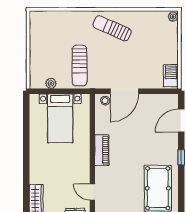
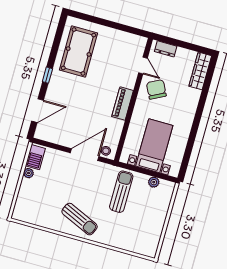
plant: (173, 17) -> (29, 173), moved
chair: (73, 173) -> (156, 89), added

